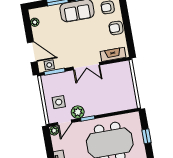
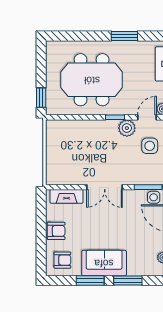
double door: (86, 66) -> (105, 187), swing flipped
window: (147, 136) -> (41, 98), moved

